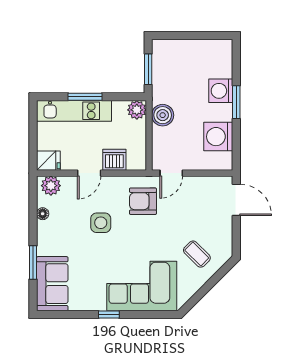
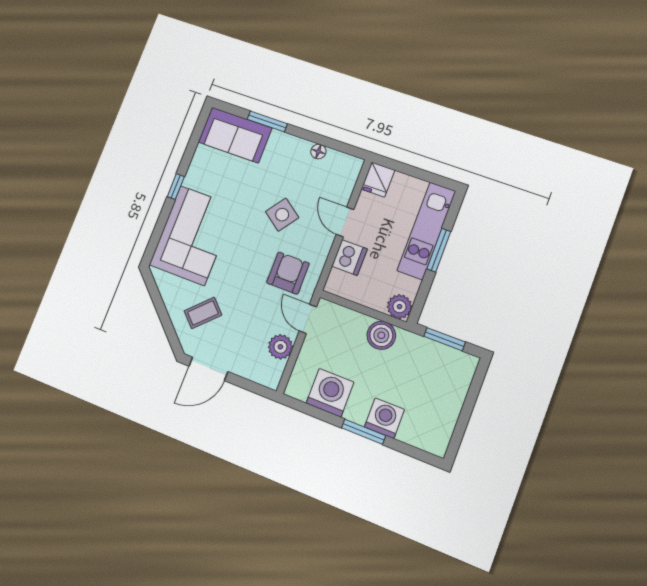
plant: (51, 186) -> (280, 347), moved
door: (236, 200) -> (208, 369), moved
side table: (101, 223) -> (282, 215), turned 36

